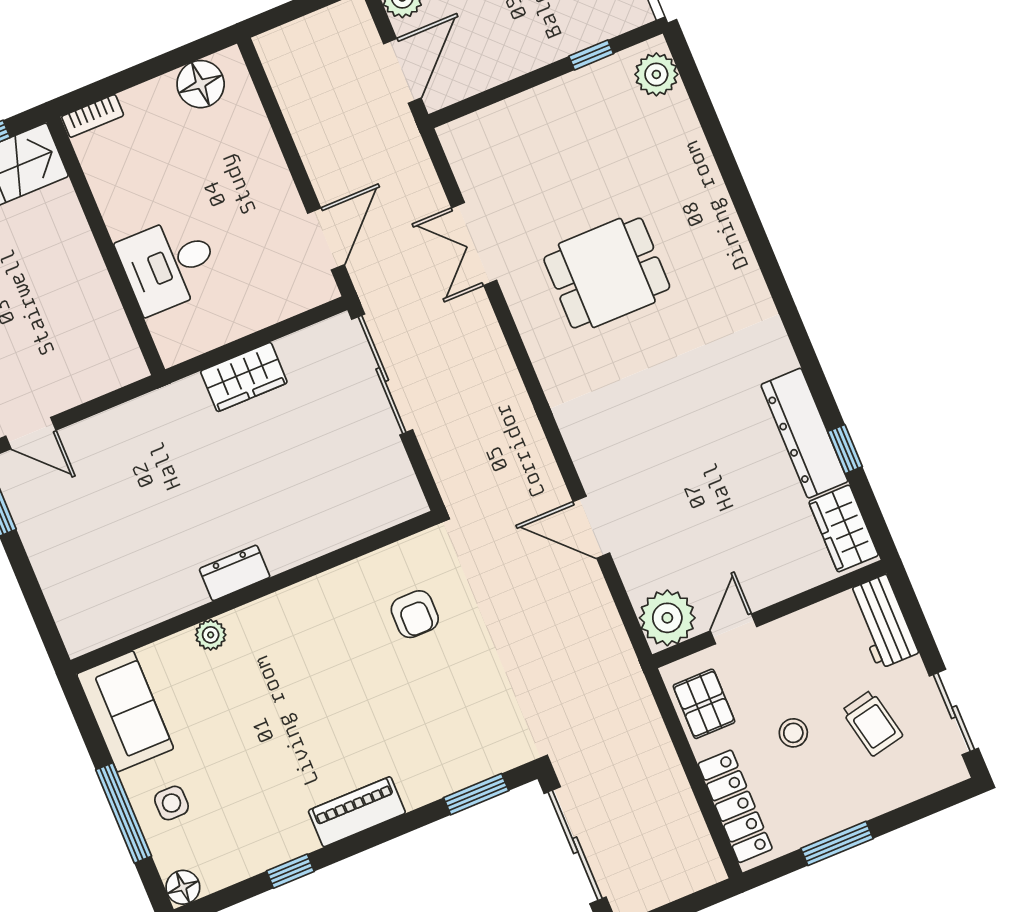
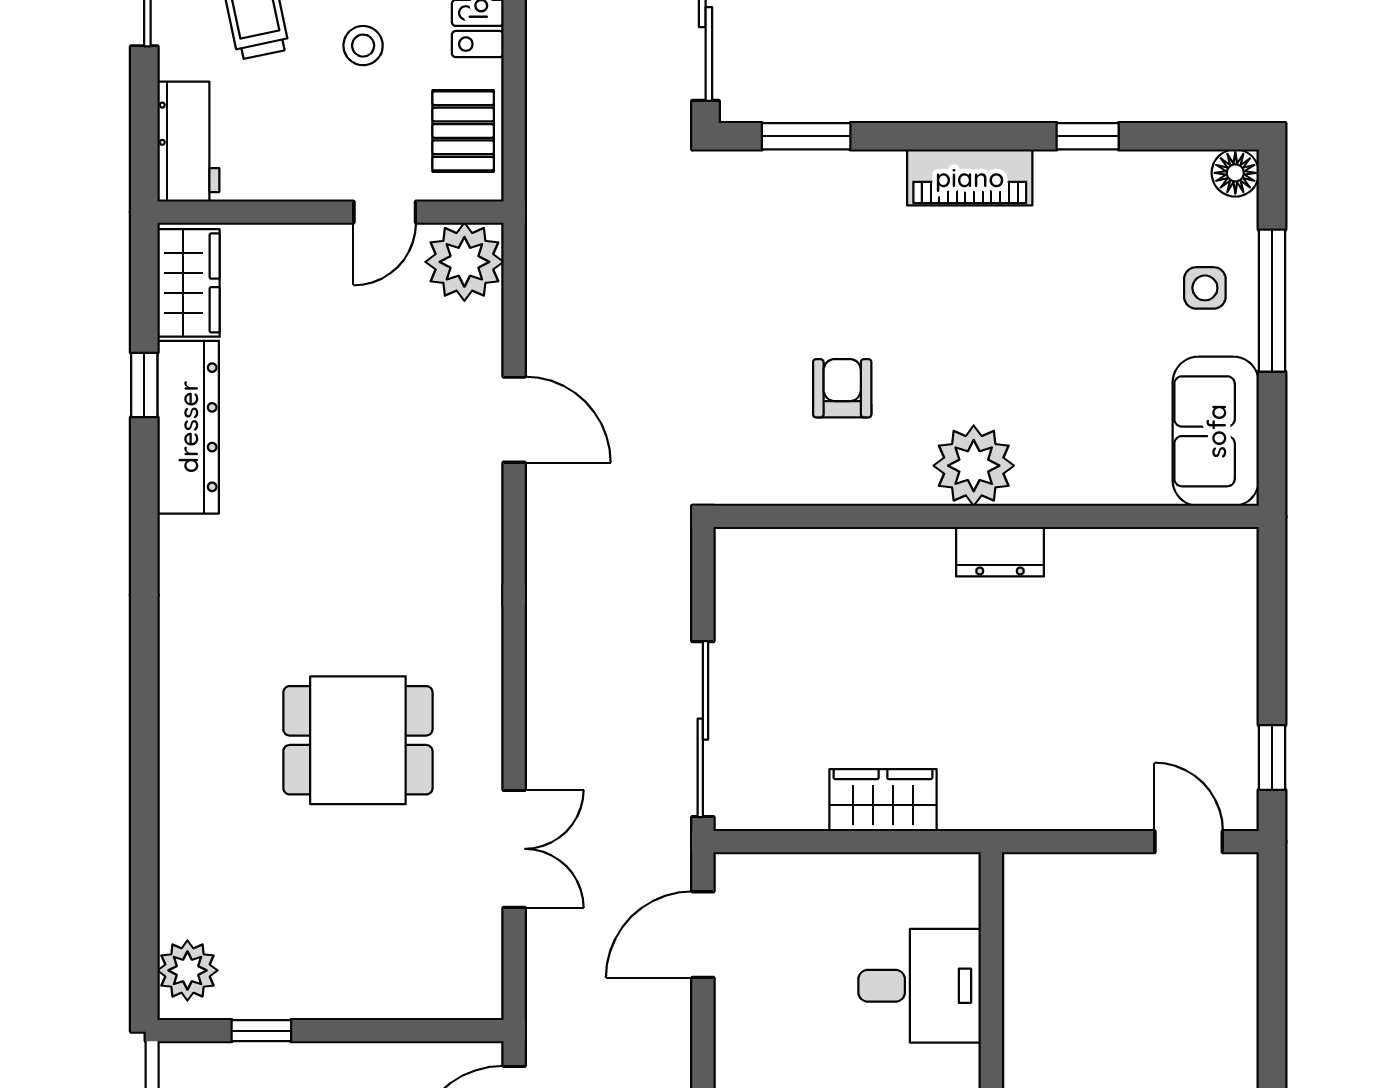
armchair: (415, 614) -> (842, 388), moved
plant: (211, 635) -> (974, 466), moved, width x1.88, depth x1.88

